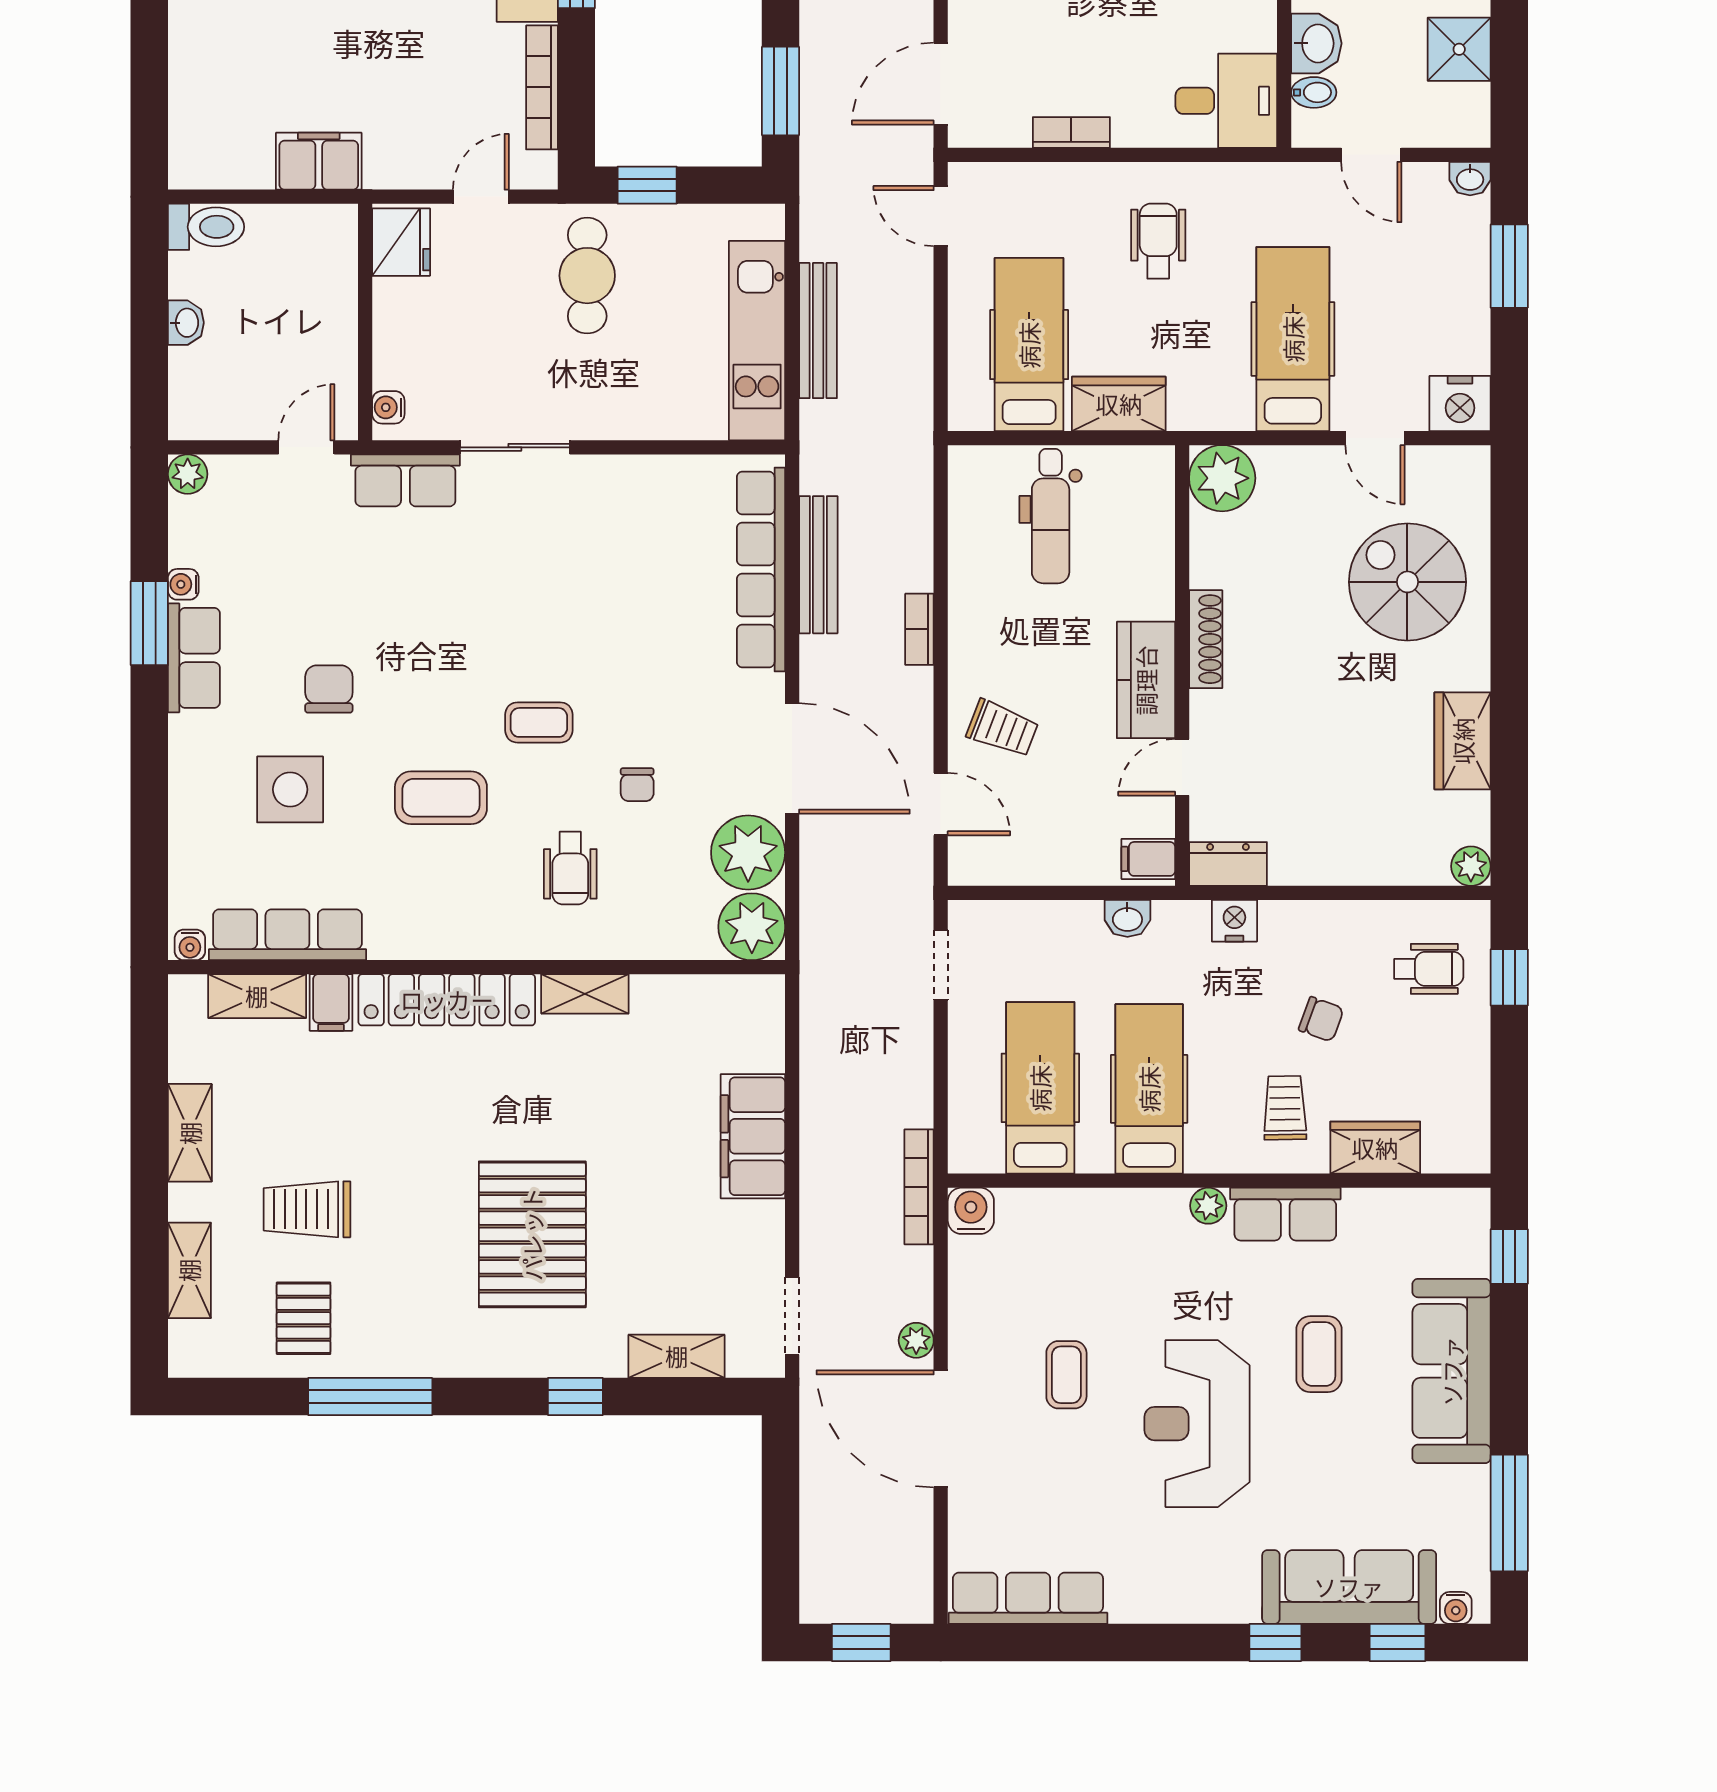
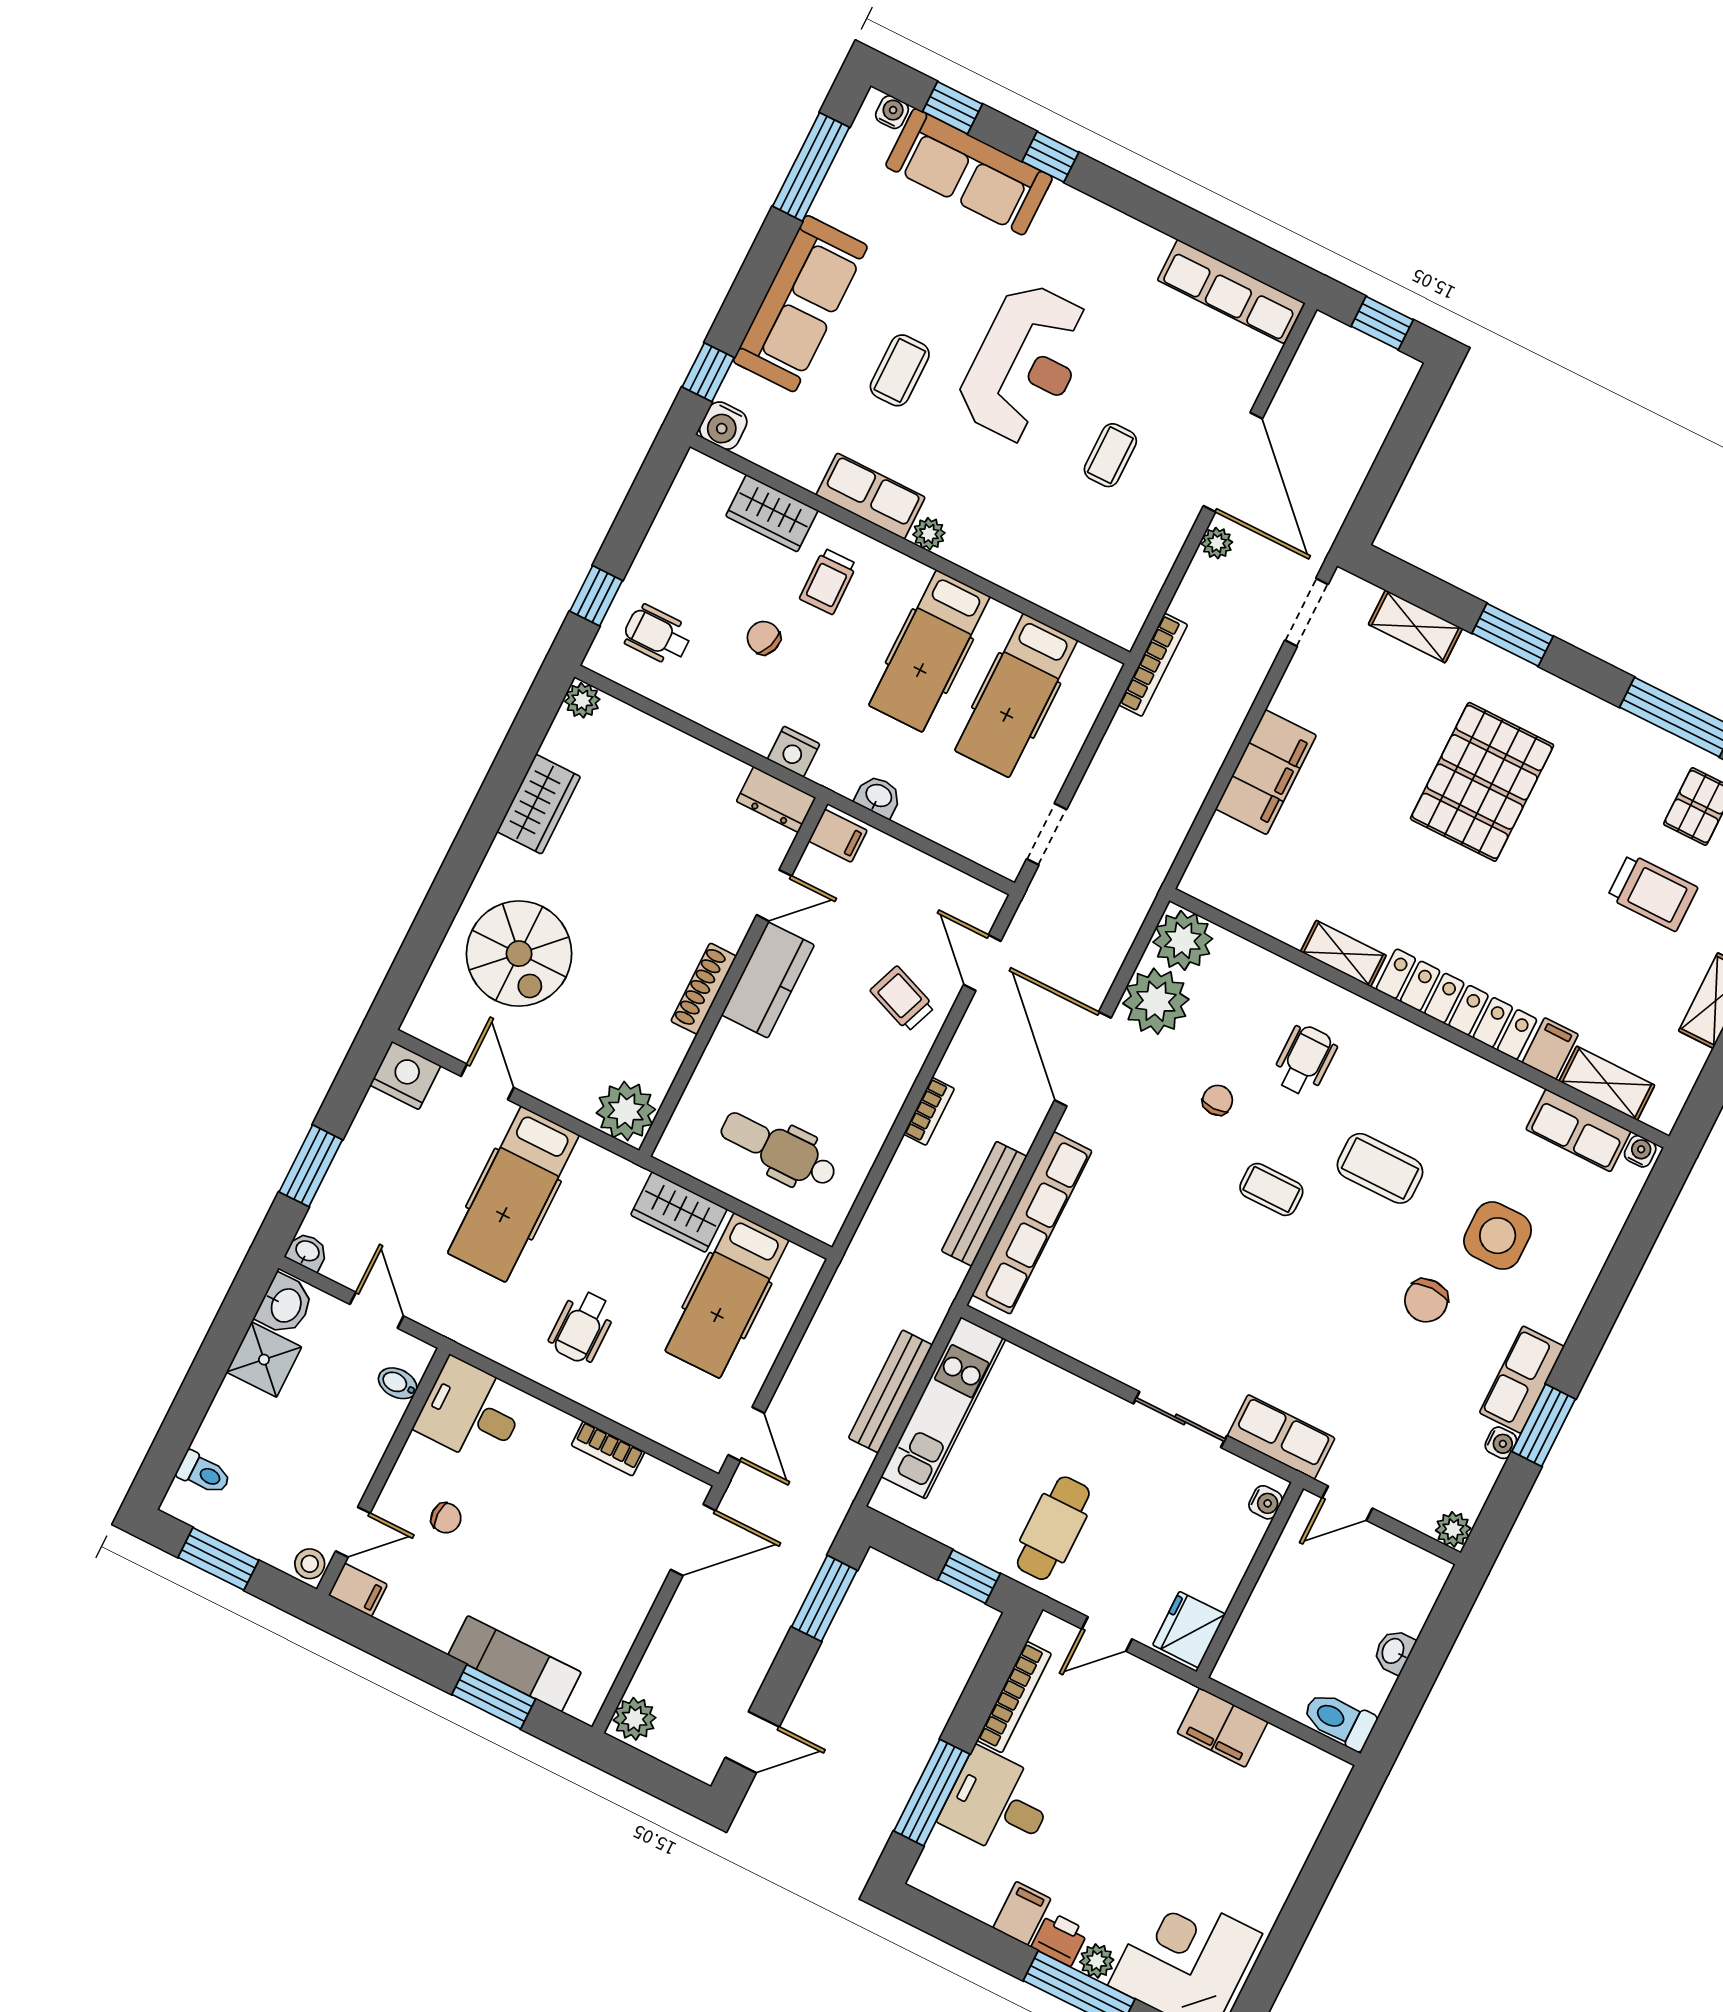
washbasin: (1316, 43) -> (285, 1305), moved, turned 180
dental chair: (1051, 516) -> (779, 1150), turned -90
row of seats: (287, 935) -> (1578, 1130), width x0.68
water cooler: (971, 1211) -> (723, 426), moved
window: (575, 1397) -> (1513, 635), width x1.50

